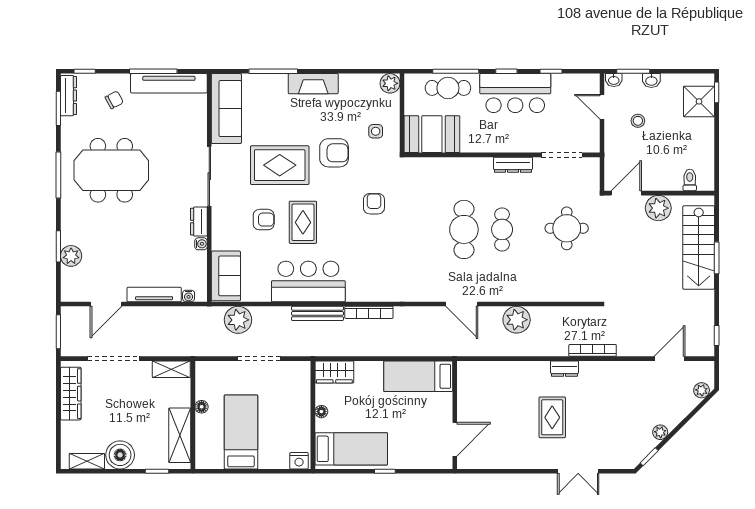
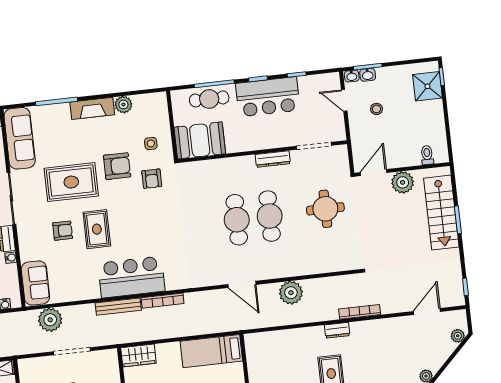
washbasin: (651, 81) -> (368, 75), moved
plant: (390, 83) -> (123, 105), moved
armchair: (374, 204) -> (152, 179), moved, turned 180
cafe table: (502, 229) -> (270, 216), width x1.37, depth x1.35
bar counter: (308, 281) -> (131, 277), moved

